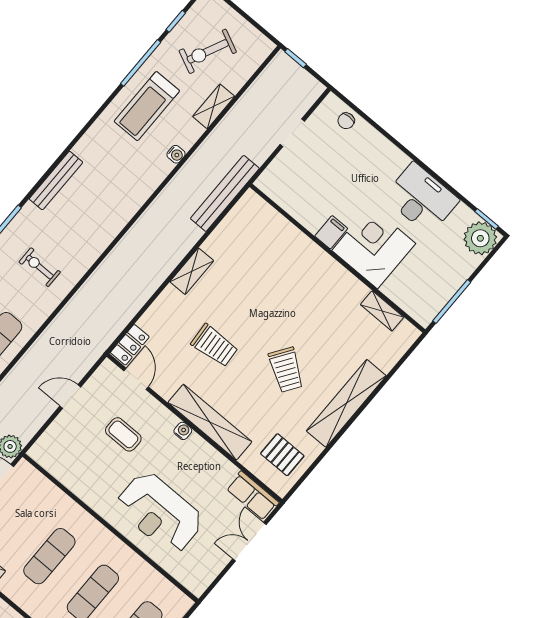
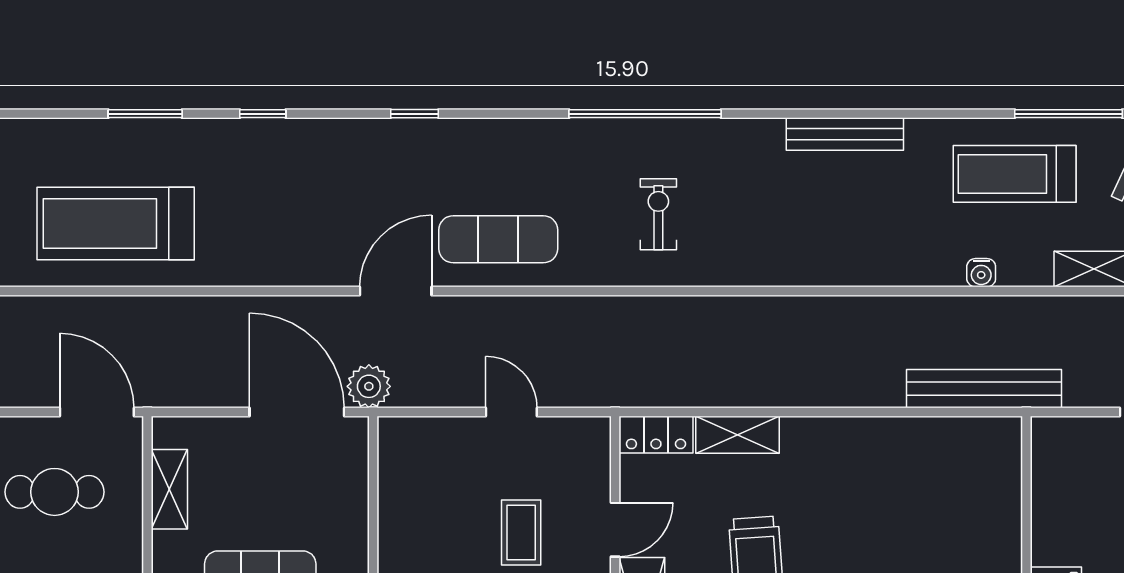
bench: (56, 181) -> (845, 134), moved
shelving: (192, 271) -> (738, 435), moved
door: (136, 379) -> (615, 530), moved

